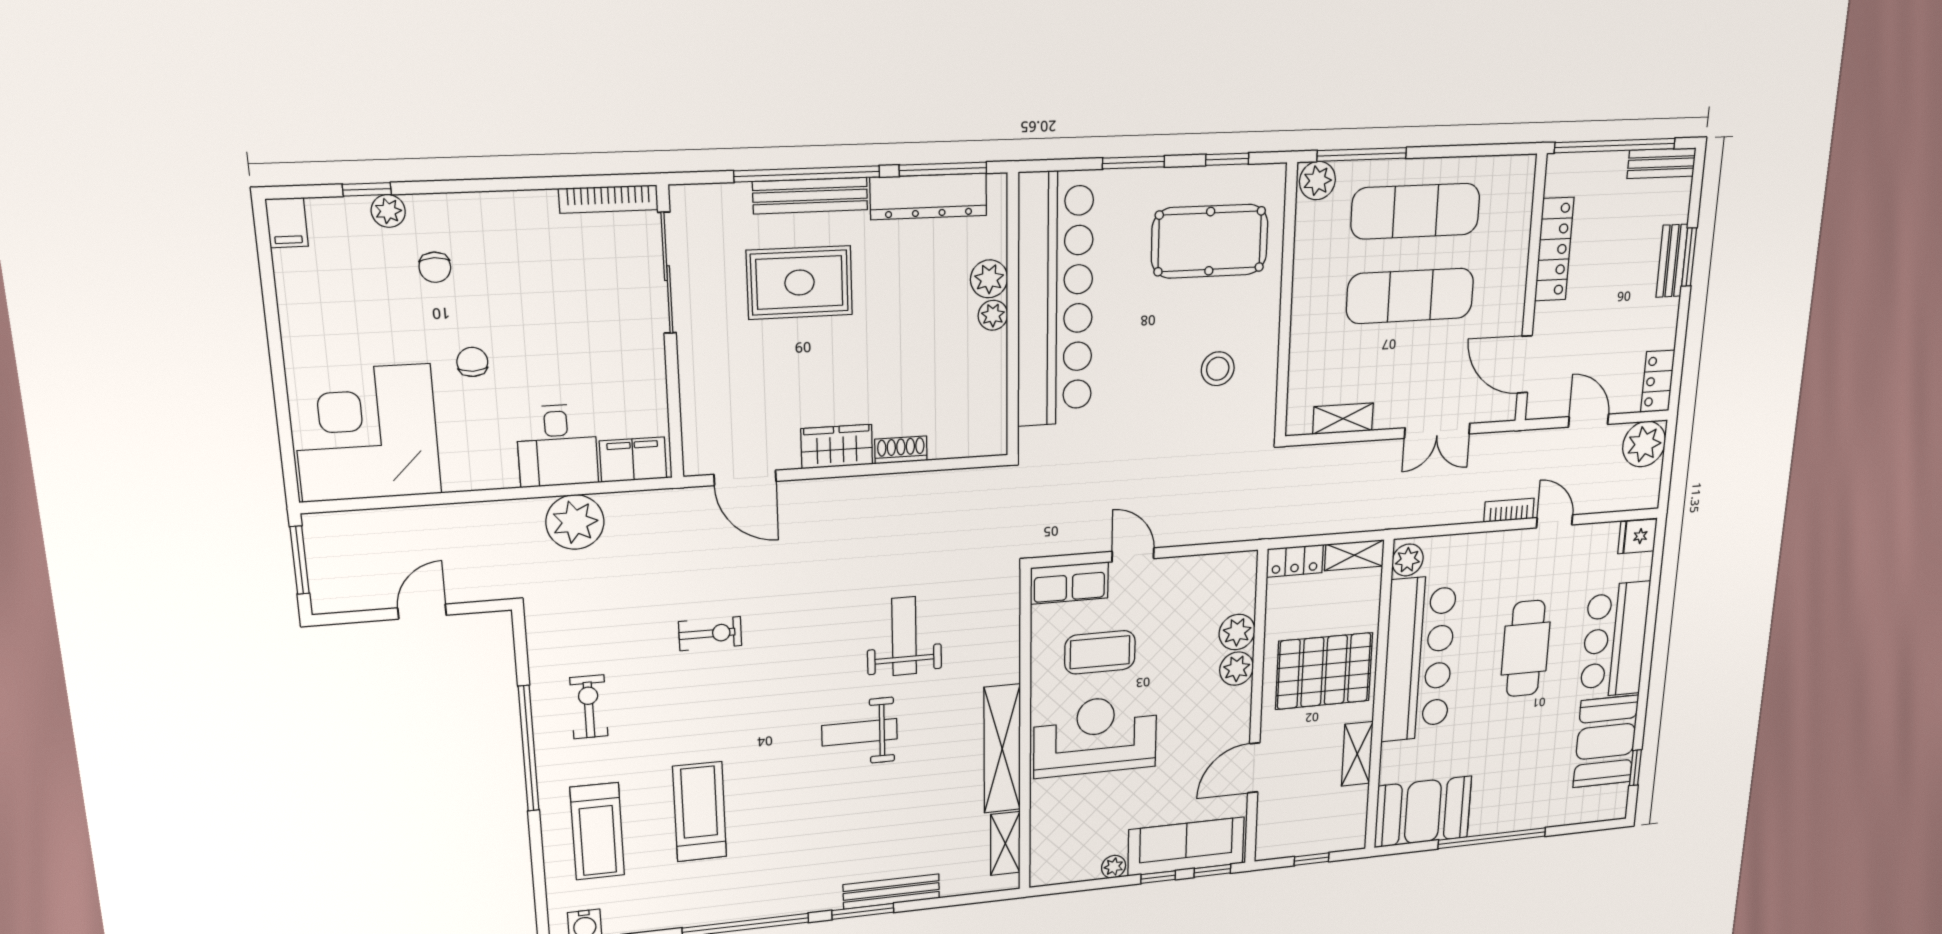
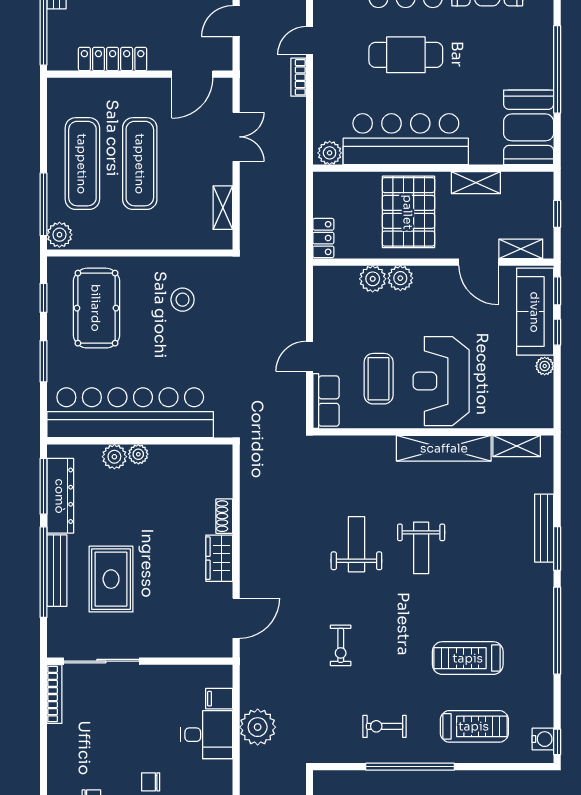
filing cabinet: (633, 460) -> (219, 699), width x0.50
shelving: (1354, 555) -> (521, 249), moved, turned 90
exercise bike: (710, 634) -> (341, 645), turned 180
weight bench: (904, 636) -> (356, 544), moved, turned 90

